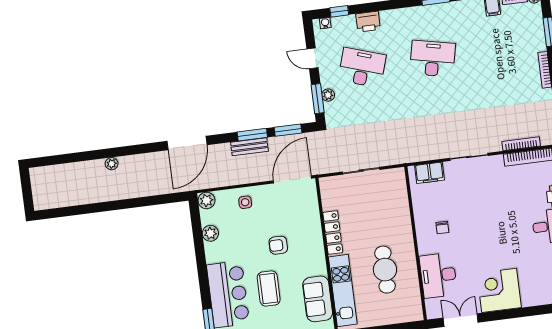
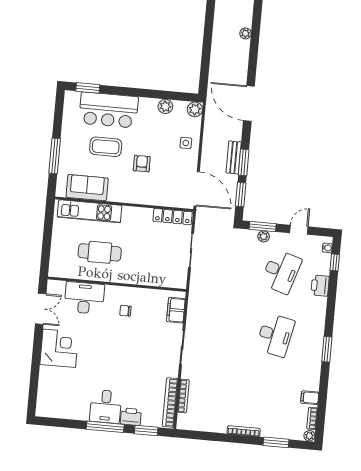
locker: (333, 233) -> (173, 217), moved

